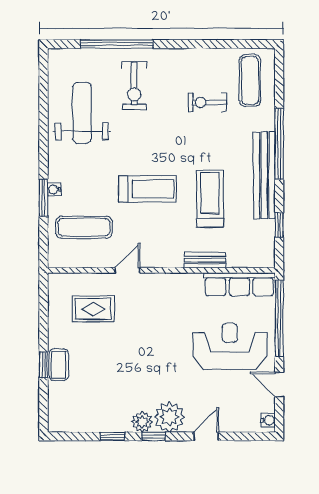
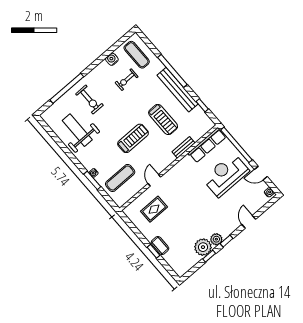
water cooler: (211, 58) -> (112, 59), added
treadmill: (210, 199) -> (163, 120), turned 180
plant: (169, 417) -> (203, 247), moved

